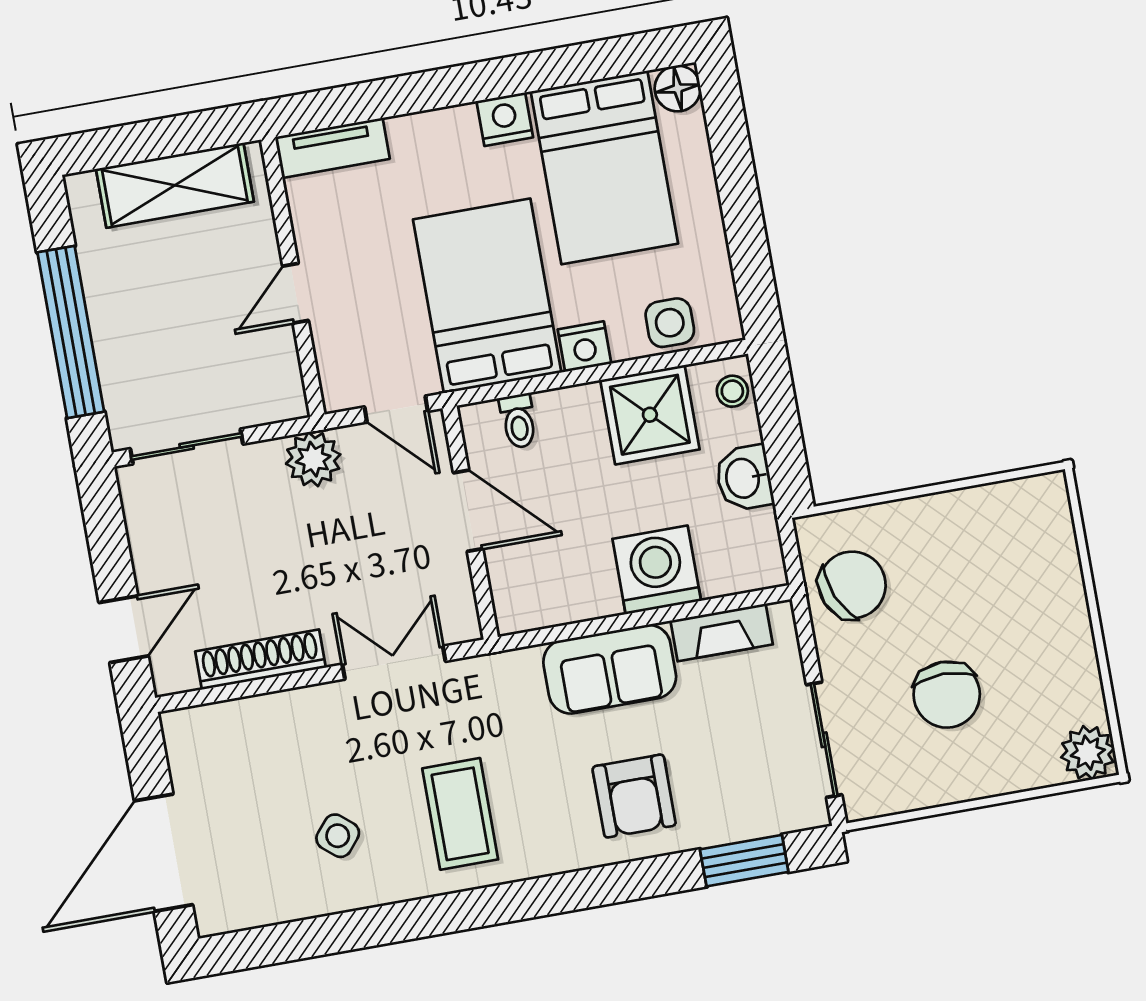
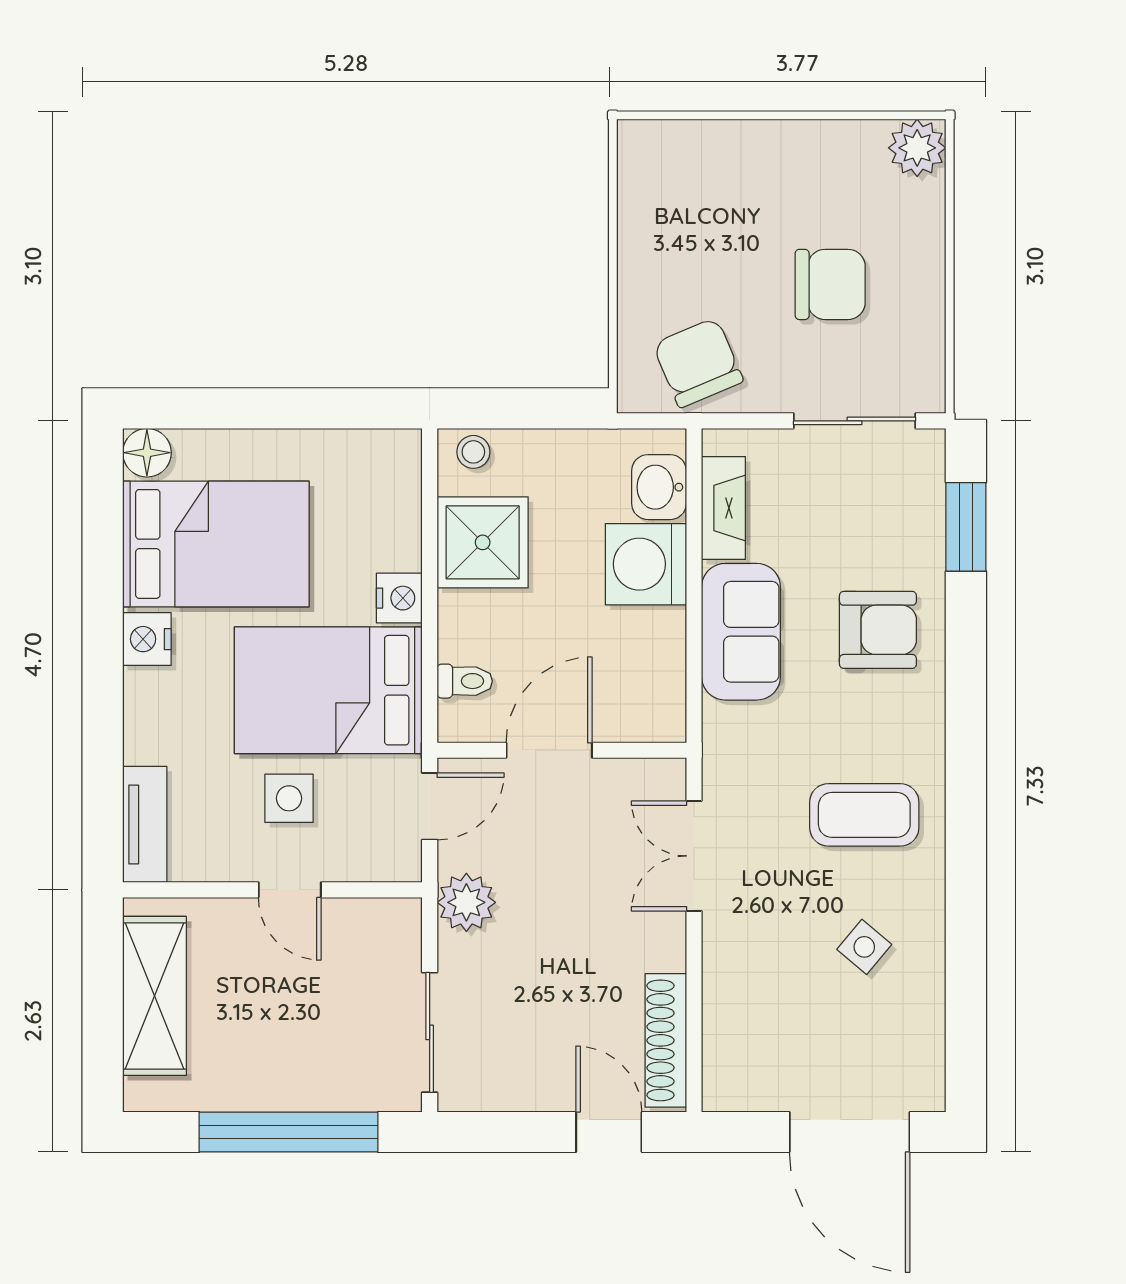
side table: (670, 323) -> (289, 798), moved
washbasin: (744, 478) -> (659, 487), moved, turned 90
shoe rack: (260, 660) -> (666, 1040), moved

